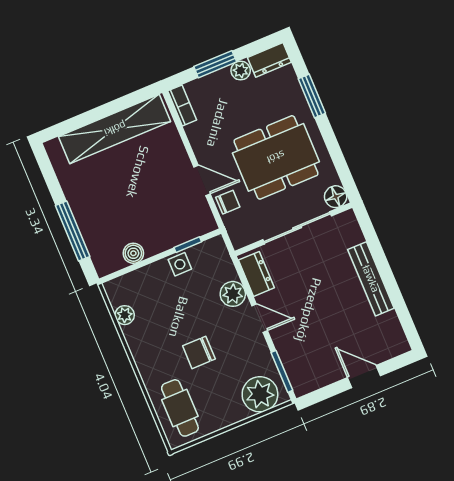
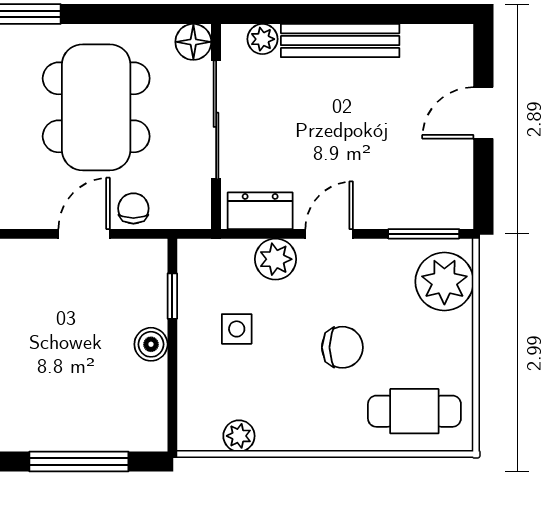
plant: (354, 235) -> (263, 39), added
boiler: (133, 253) -> (151, 344), moved
side table: (180, 264) -> (237, 329), moved
chair: (199, 352) -> (342, 347), turned -90

